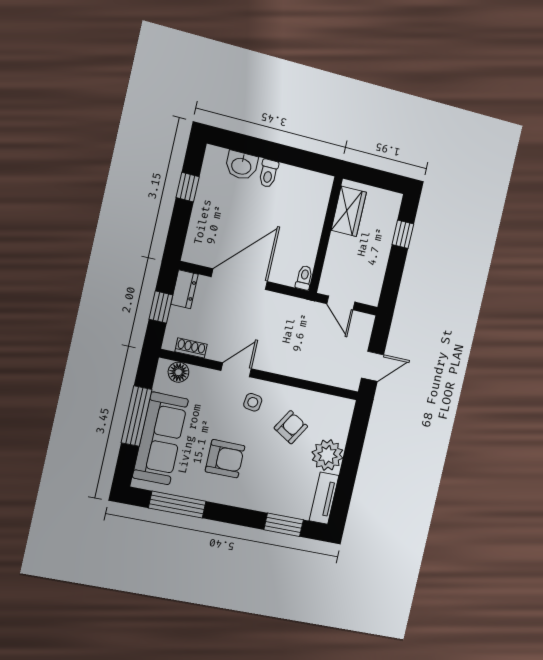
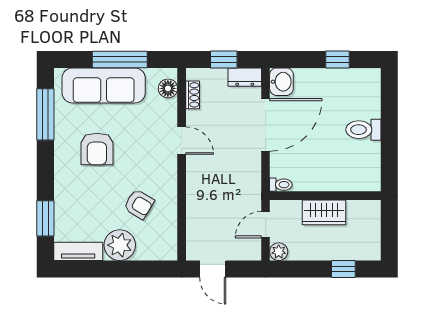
washbasin: (241, 166) -> (281, 82), moved, turned 180
toilet: (268, 173) -> (363, 130), width x1.37, depth x1.39
wardrobe: (349, 211) -> (324, 212), moved
door: (239, 279) -> (266, 125), hinge flipped
plant: (371, 296) -> (279, 252), added
side table: (253, 402) -> (155, 163), removed

